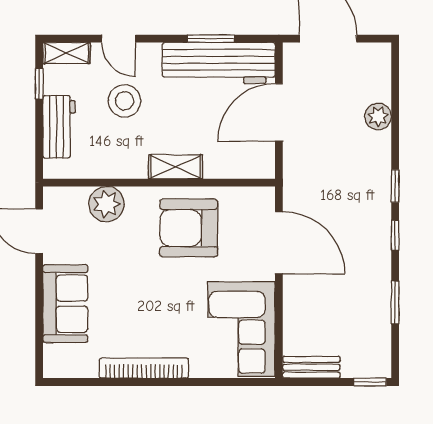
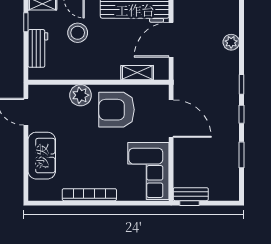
shelving: (176, 167) -> (137, 73), moved
plant: (106, 204) -> (81, 95), moved
window: (370, 382) -> (189, 203), moved

